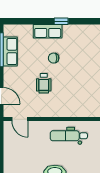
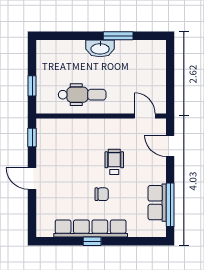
row of seats: (48, 31) -> (91, 229), width x2.02

